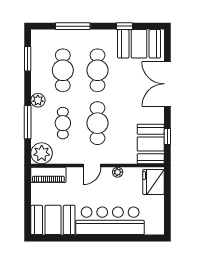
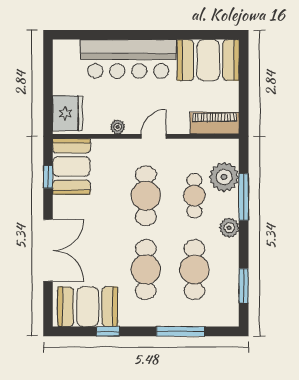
plant: (42, 153) -> (224, 177), moved

